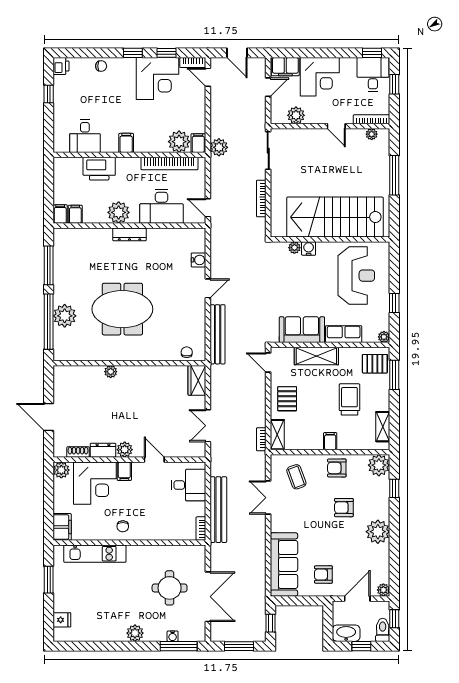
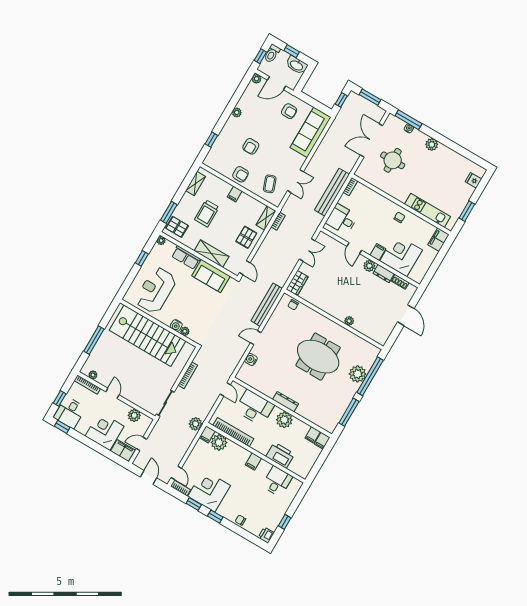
plant: (379, 465) -> (213, 160), removed
plant: (61, 470) -> (418, 276), removed
armchair: (344, 508) -> (251, 146), turned 90
plant: (378, 532) -> (237, 112), width x0.53, depth x0.53

